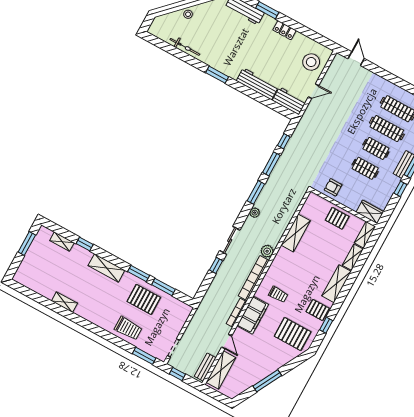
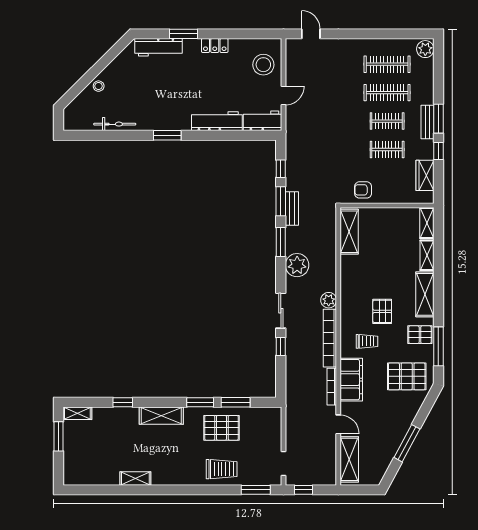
wardrobe: (370, 212) -> (425, 175), moved, turned -90
plant: (255, 213) -> (297, 265), width x1.88, depth x1.88
pallet: (337, 218) -> (382, 311), moved, turned 90
shelving: (296, 233) -> (349, 232), moved
shelving: (62, 242) -> (77, 413), moved
window: (326, 325) -> (438, 346), width x2.17
bench: (205, 367) -> (292, 209), moved

